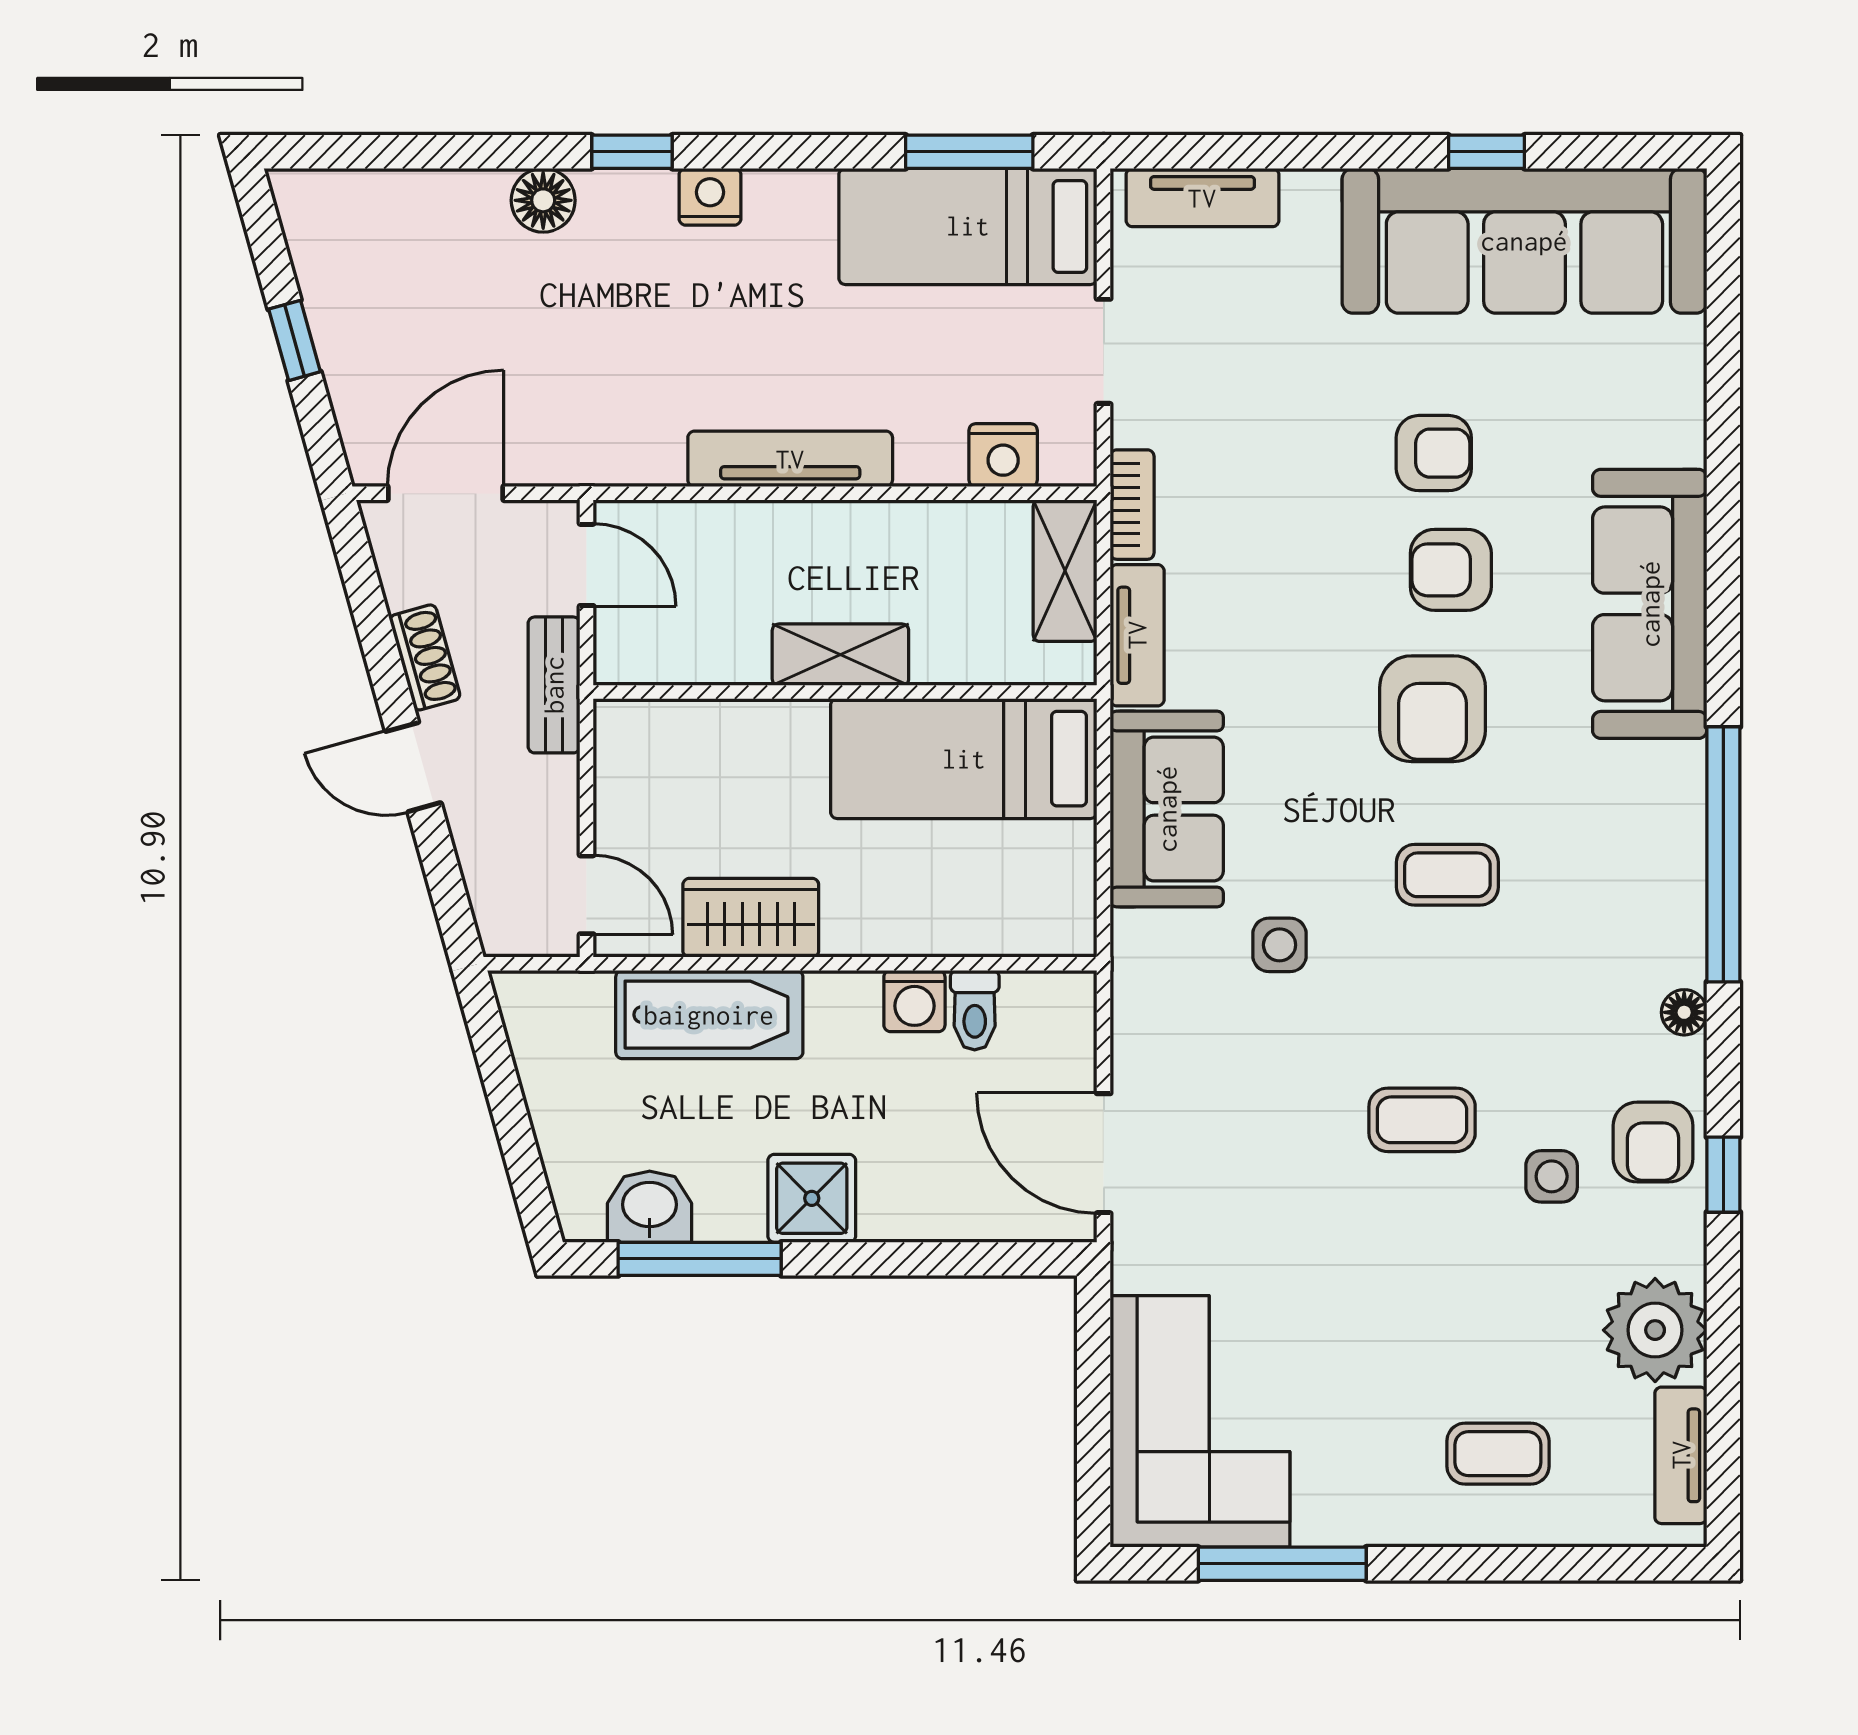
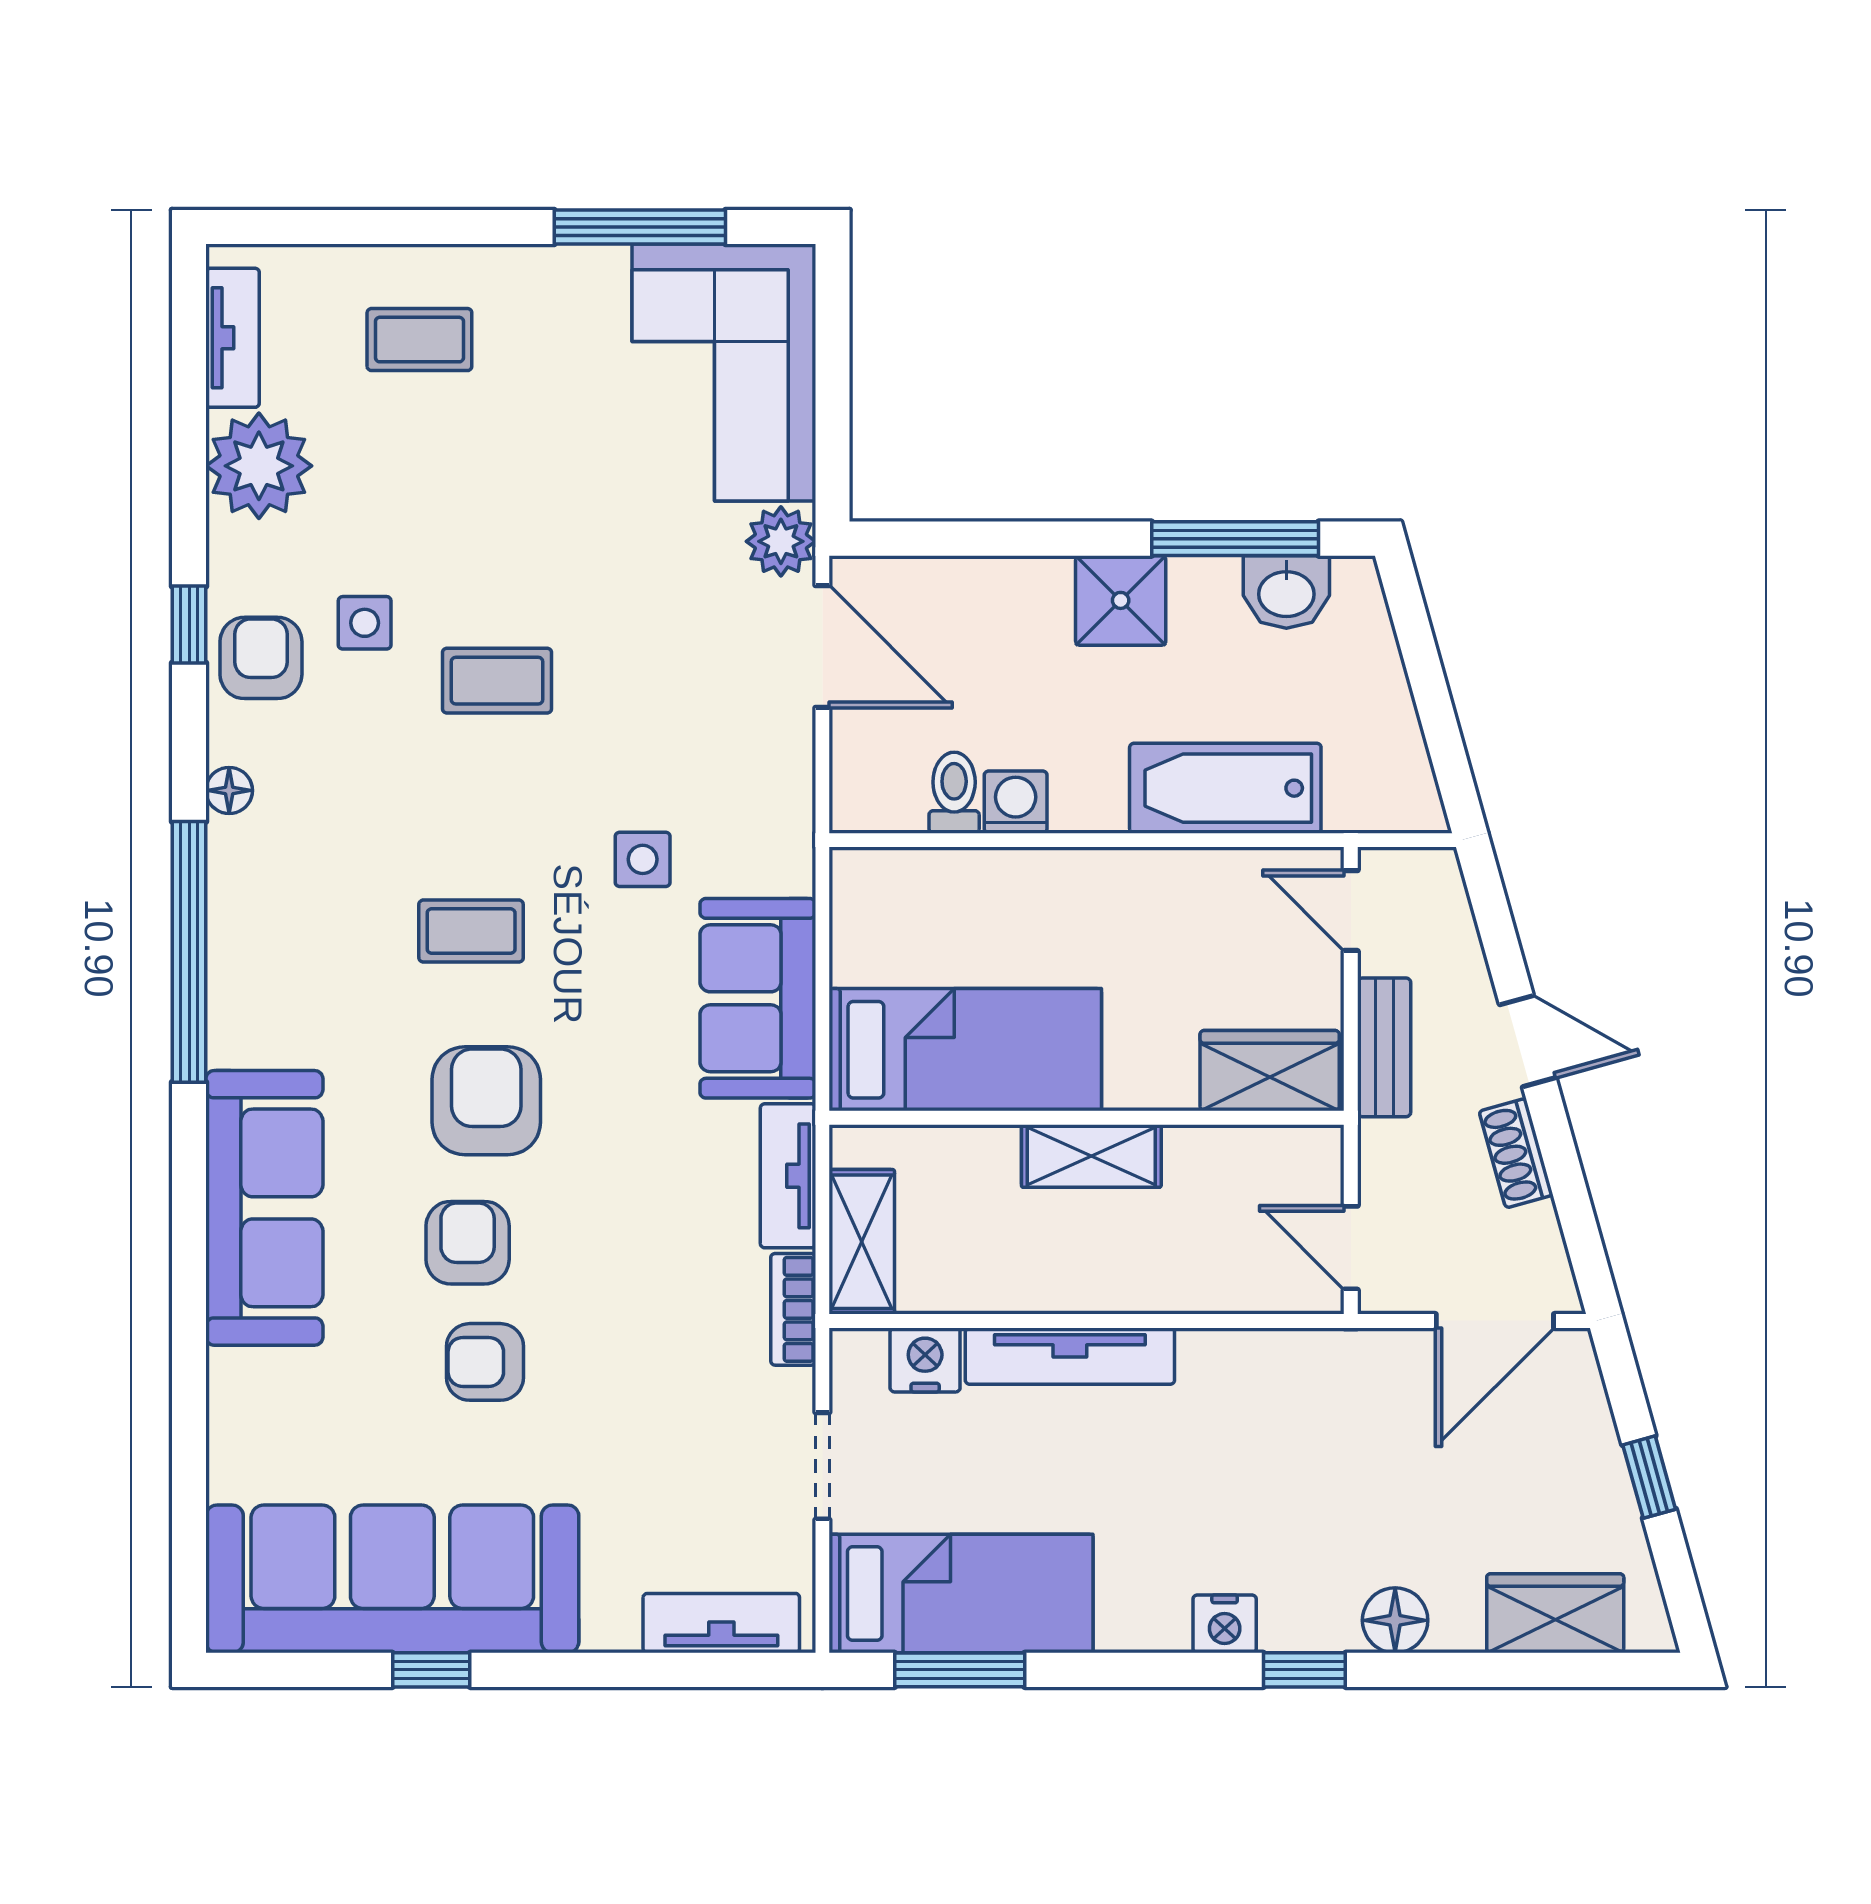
wardrobe: (387, 207) -> (1555, 1613), added
tv unit: (790, 459) -> (1070, 1356), moved
armchair: (1451, 570) -> (468, 1243), turned -90
bench: (554, 685) -> (1384, 1047), moved
wardrobe: (751, 918) -> (1270, 1071), moved, turned 180
plant: (1144, 1256) -> (781, 541), added

